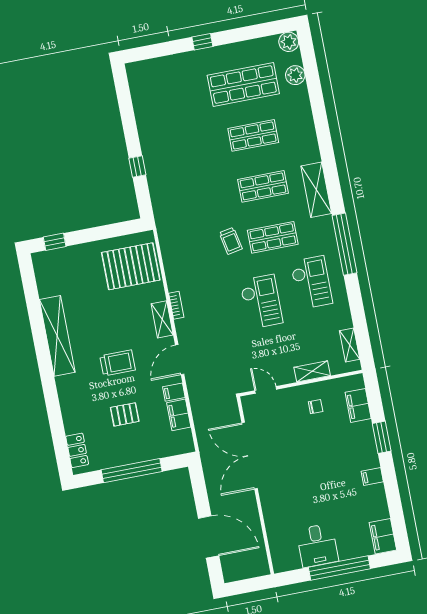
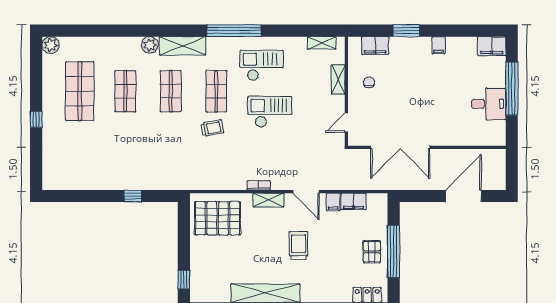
plant: (295, 75) -> (150, 45), moved
pallet: (131, 266) -> (218, 218), turned 90
pallet: (125, 414) -> (372, 252), moved

